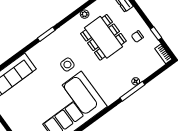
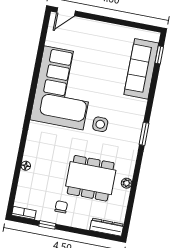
window: (132, 91) -> (21, 154), removed

